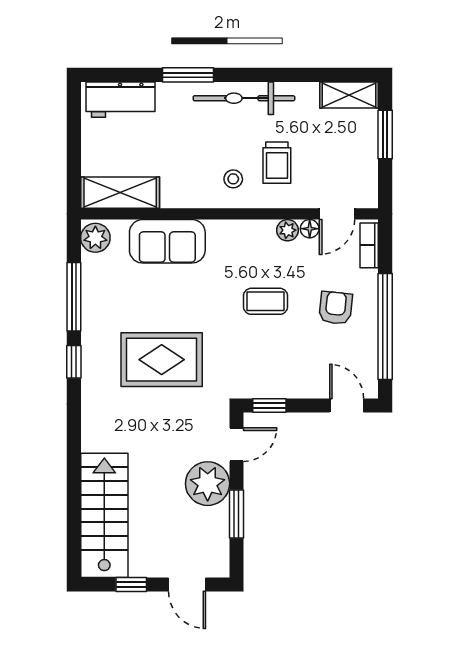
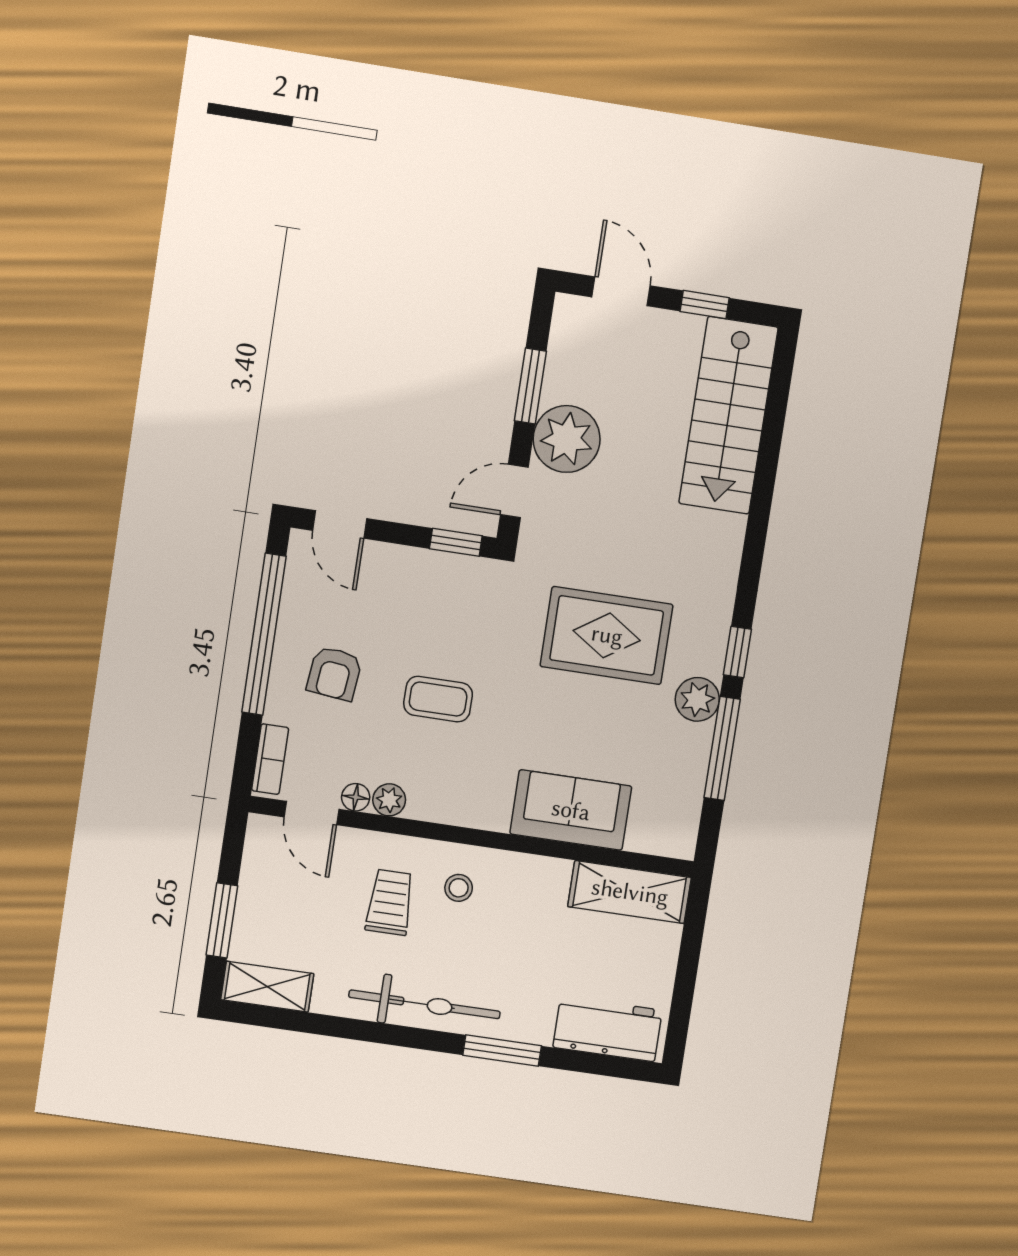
door: (337, 214) -> (312, 813), swing flipped
plant: (95, 238) -> (697, 699), moved

